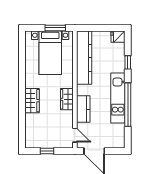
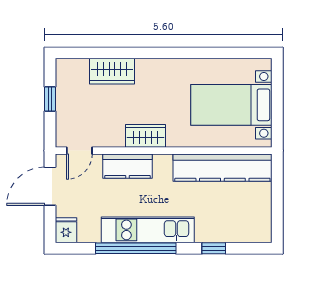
window: (55, 28) -> (277, 114), removed
fridge: (118, 37) -> (66, 230), moved
wardrobe: (32, 101) -> (112, 71), moved

